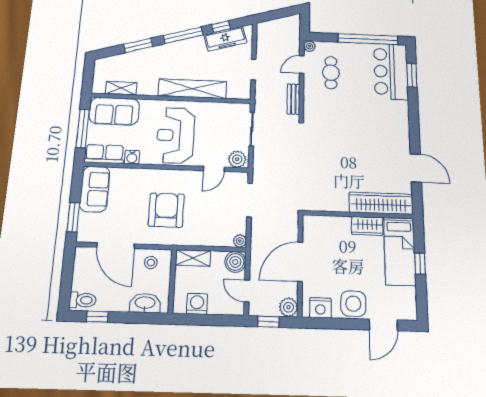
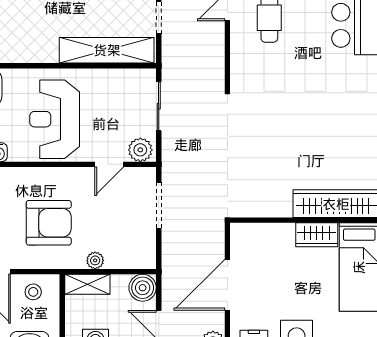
shelving: (192, 89) -> (107, 50), moved
bench: (293, 99) -> (216, 60), removed
armchair: (166, 210) -> (49, 223), turned 90
plant: (240, 241) -> (95, 260), moved

